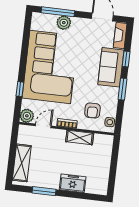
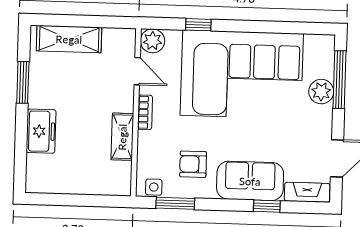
window: (122, 89) -> (175, 203), moved
armchair: (92, 111) -> (193, 164), moved

